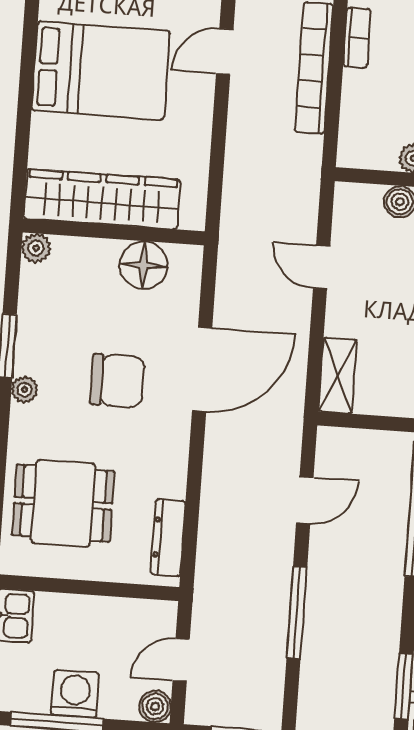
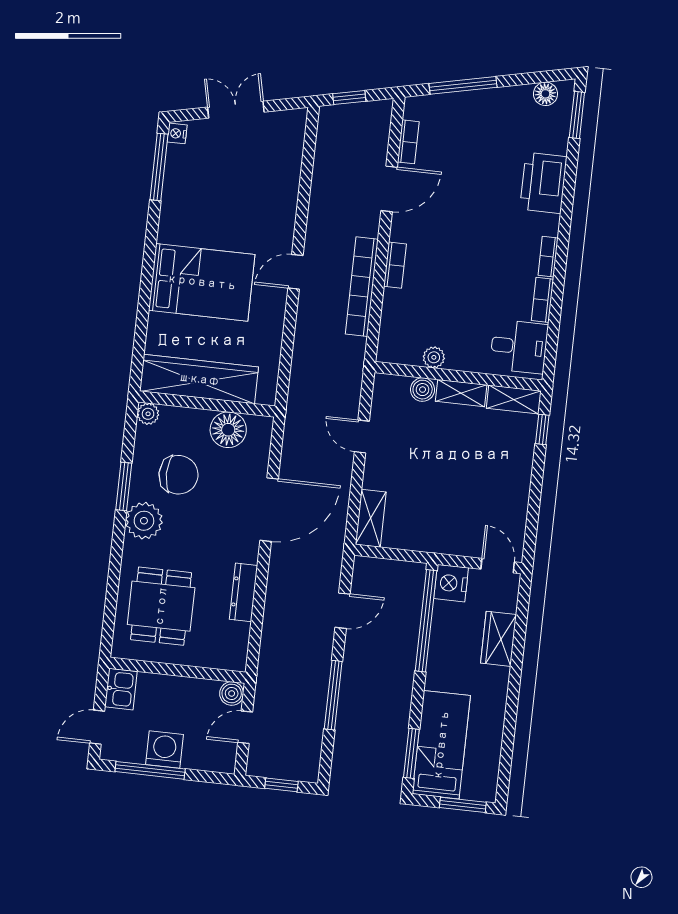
chair: (117, 381) -> (178, 475), moved
plant: (25, 390) -> (144, 521), width x1.88, depth x1.88
dining table: (63, 503) -> (161, 606), turned 90
dresser: (168, 538) -> (244, 592), moved
boiler: (155, 706) -> (232, 693), moved

